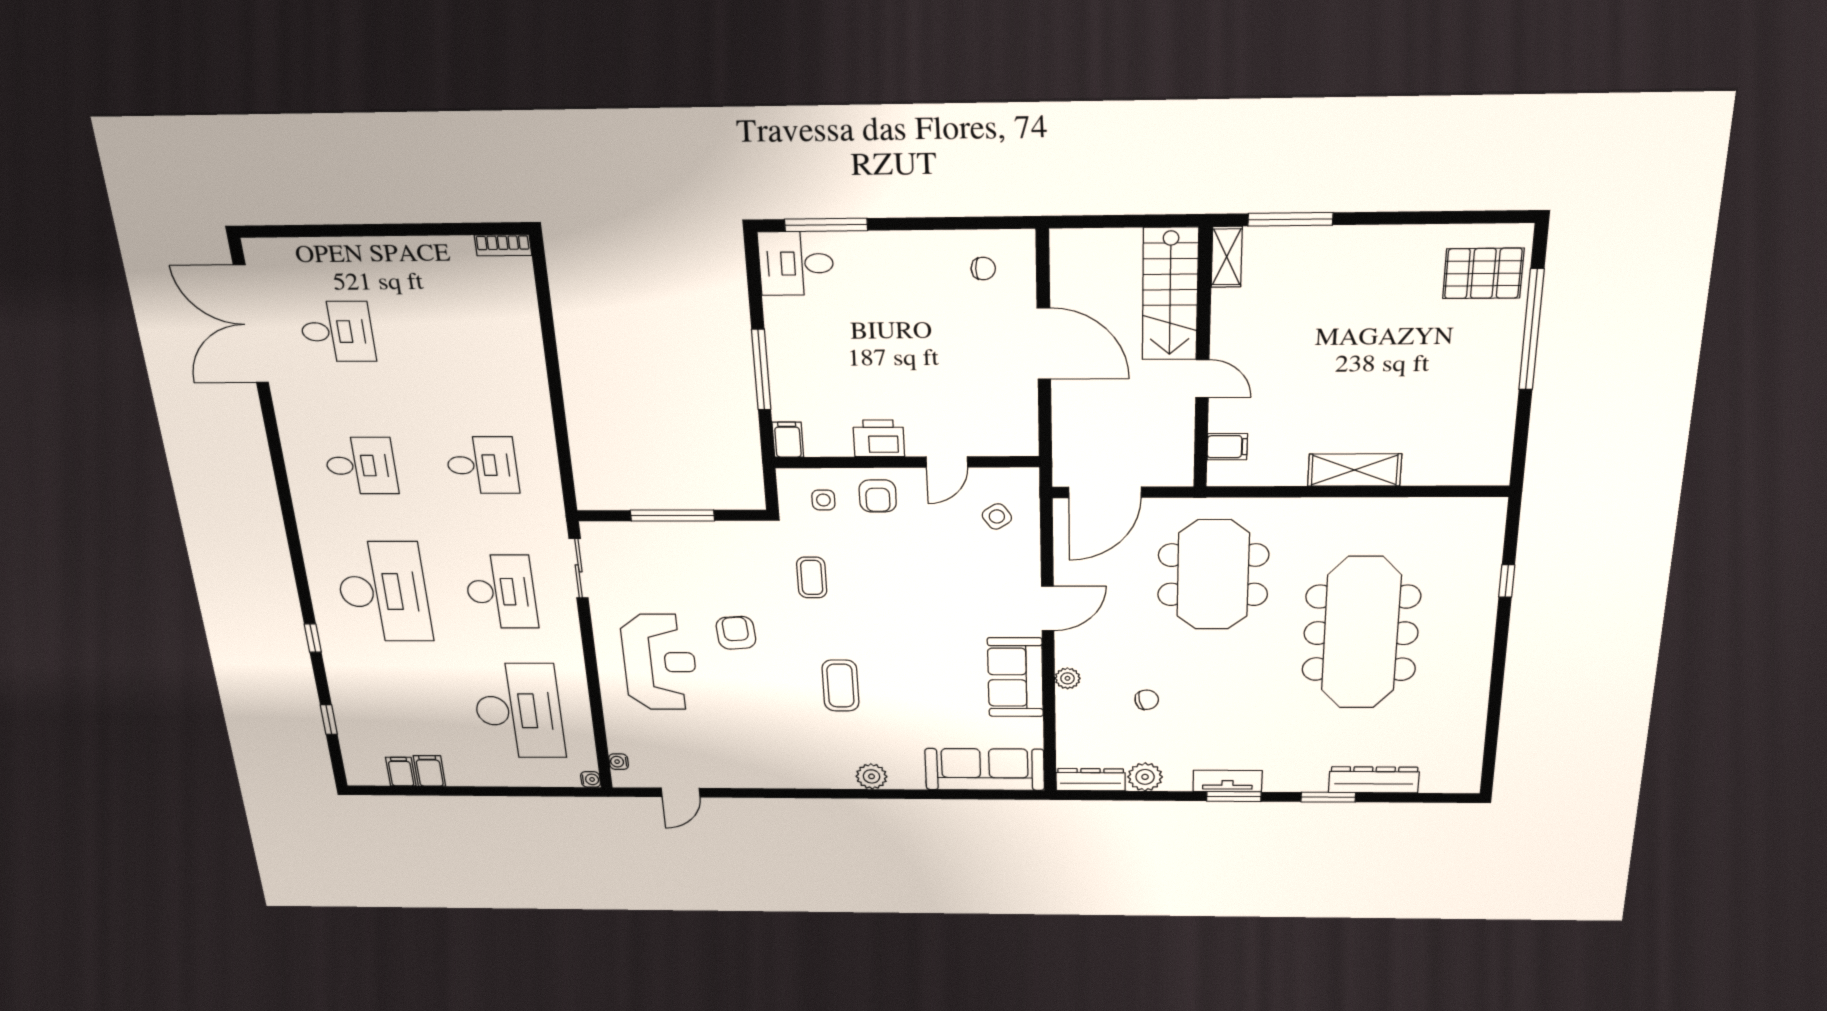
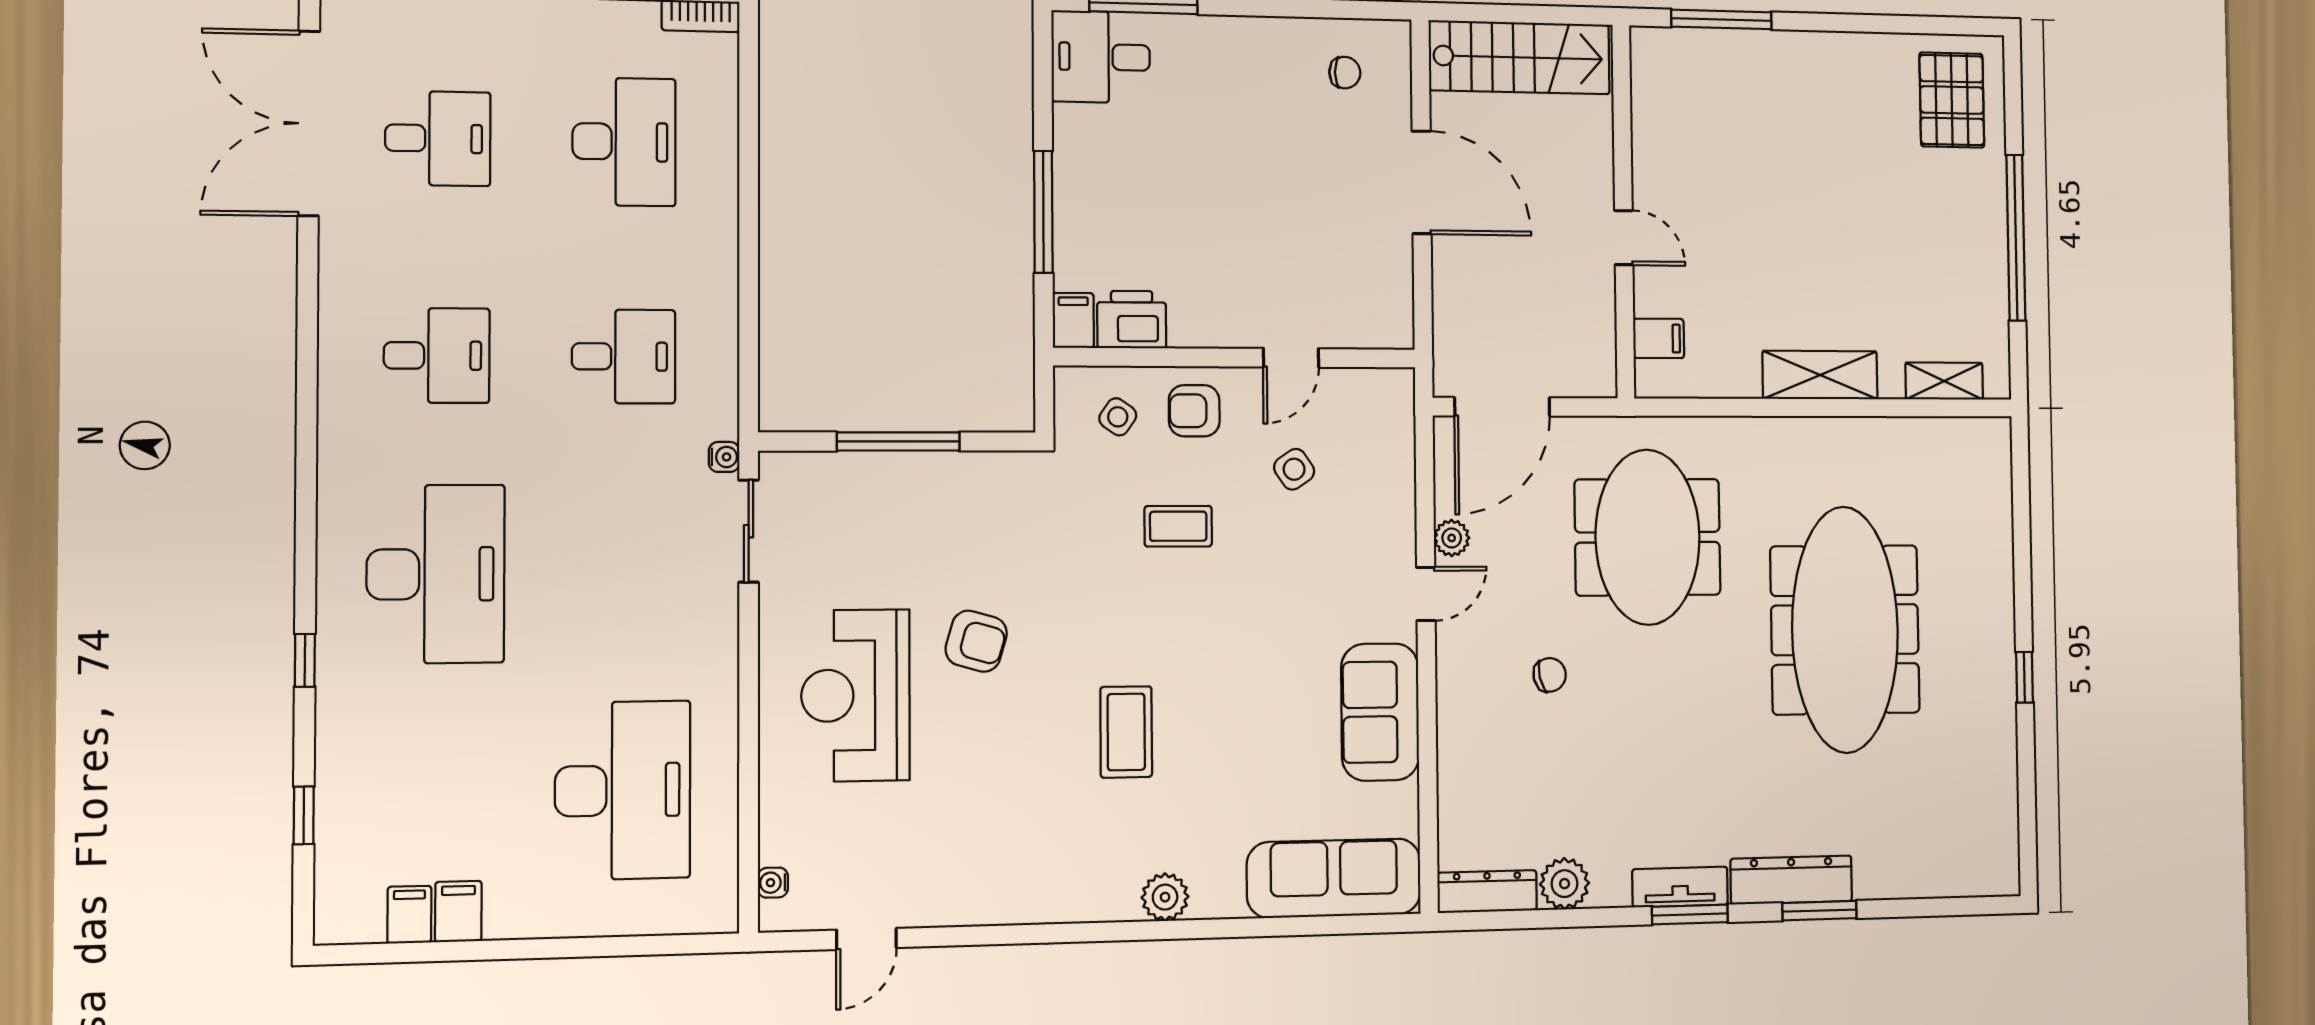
shelving: (1227, 257) -> (1944, 381), moved, turned 90
pallet: (1483, 273) -> (1952, 100), turned 90
stairs: (1170, 294) -> (1519, 57), moved, turned -90
window: (1531, 330) -> (2016, 238), moved
printer: (879, 438) -> (1132, 319), moved
armchair: (878, 496) -> (1194, 411), turned 90
side table: (823, 500) -> (1118, 417), turned 35
side table: (997, 516) -> (1294, 469), moved
coffee table: (812, 577) -> (1178, 526), moved, turned 90
window: (1507, 581) -> (2024, 677), moved
desk: (501, 592) -> (624, 142), moved
door: (1048, 608) -> (1426, 594), width x0.73
armchair: (736, 633) -> (976, 641), turned 110
reception desk: (659, 662) -> (856, 695), turned 180
plant: (1068, 678) -> (1452, 538), moved
chair: (1147, 700) -> (1550, 675), moved
water cooler: (591, 779) -> (724, 457), moved
dresser: (1374, 780) -> (1791, 880), moved

